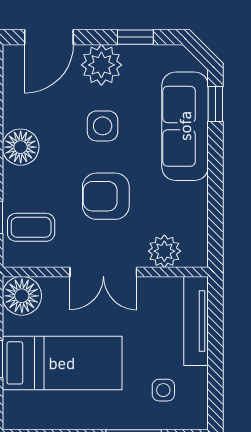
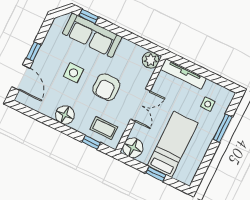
window: (135, 37) -> (34, 51), moved
plant: (101, 65) -> (45, 60), removed
coffee table: (31, 227) -> (104, 128), turned 90
plant: (164, 251) -> (151, 60), moved

